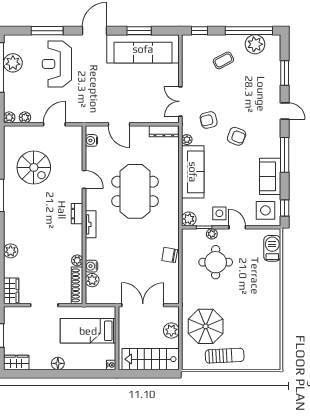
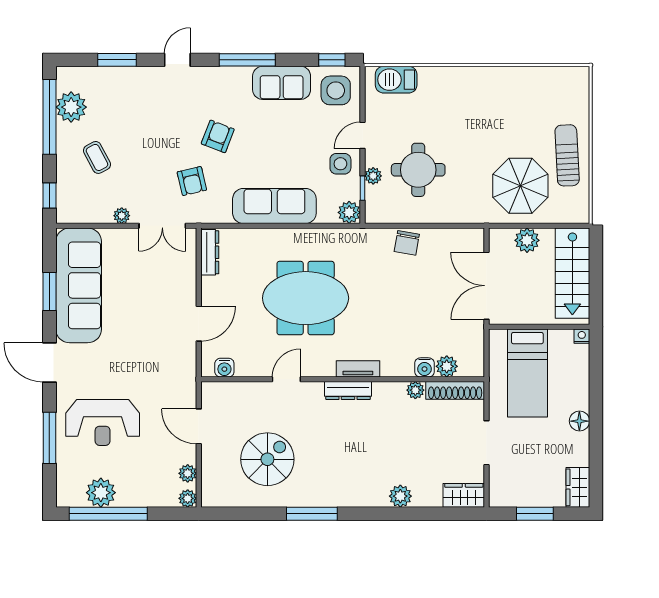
plant: (187, 140) -> (122, 216), moved
dresser: (77, 214) -> (348, 390), width x1.44

